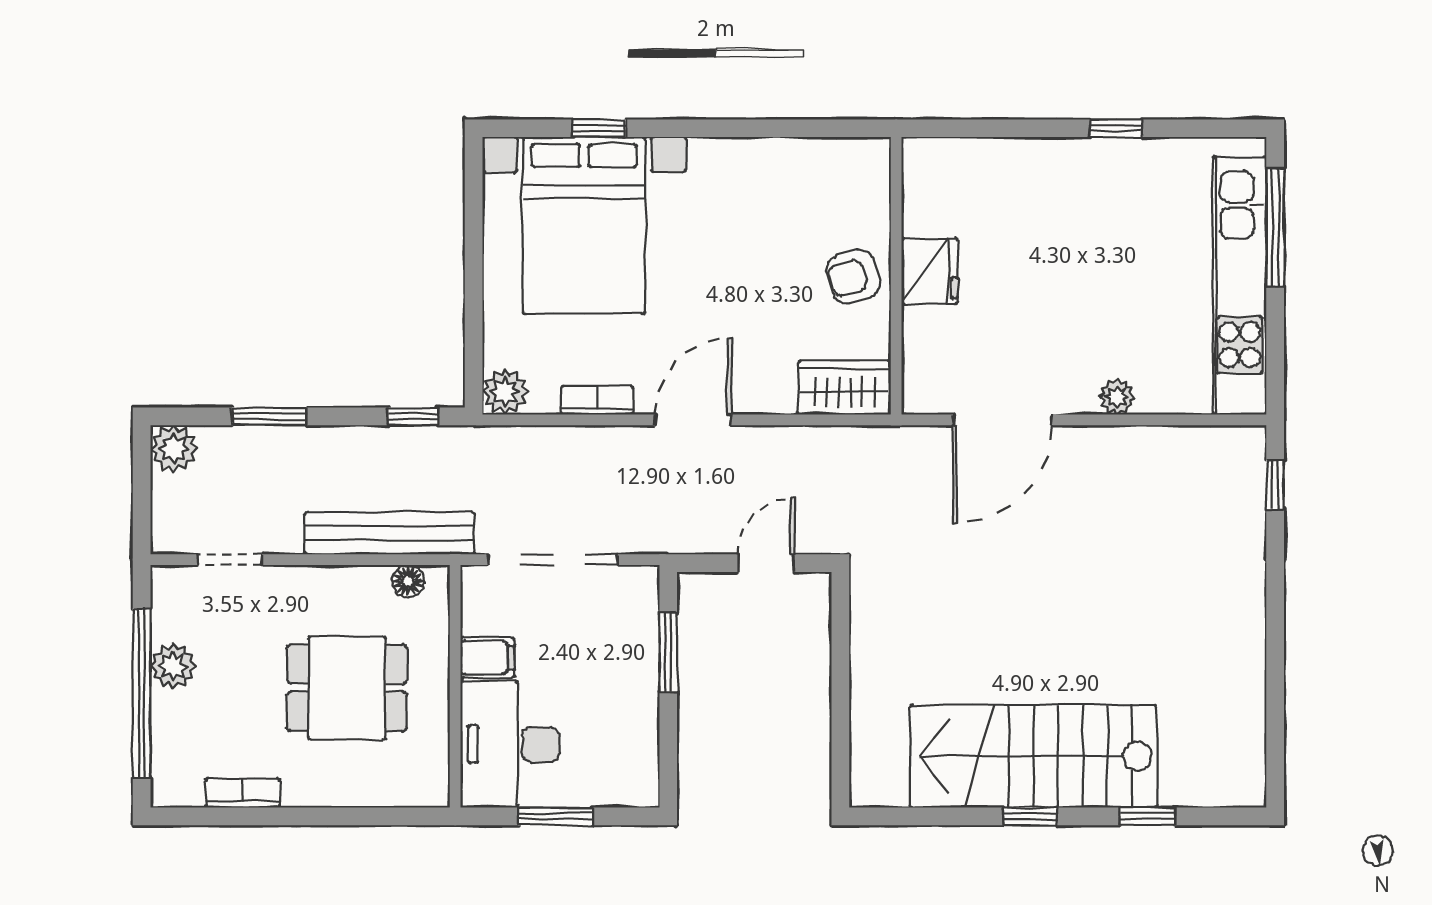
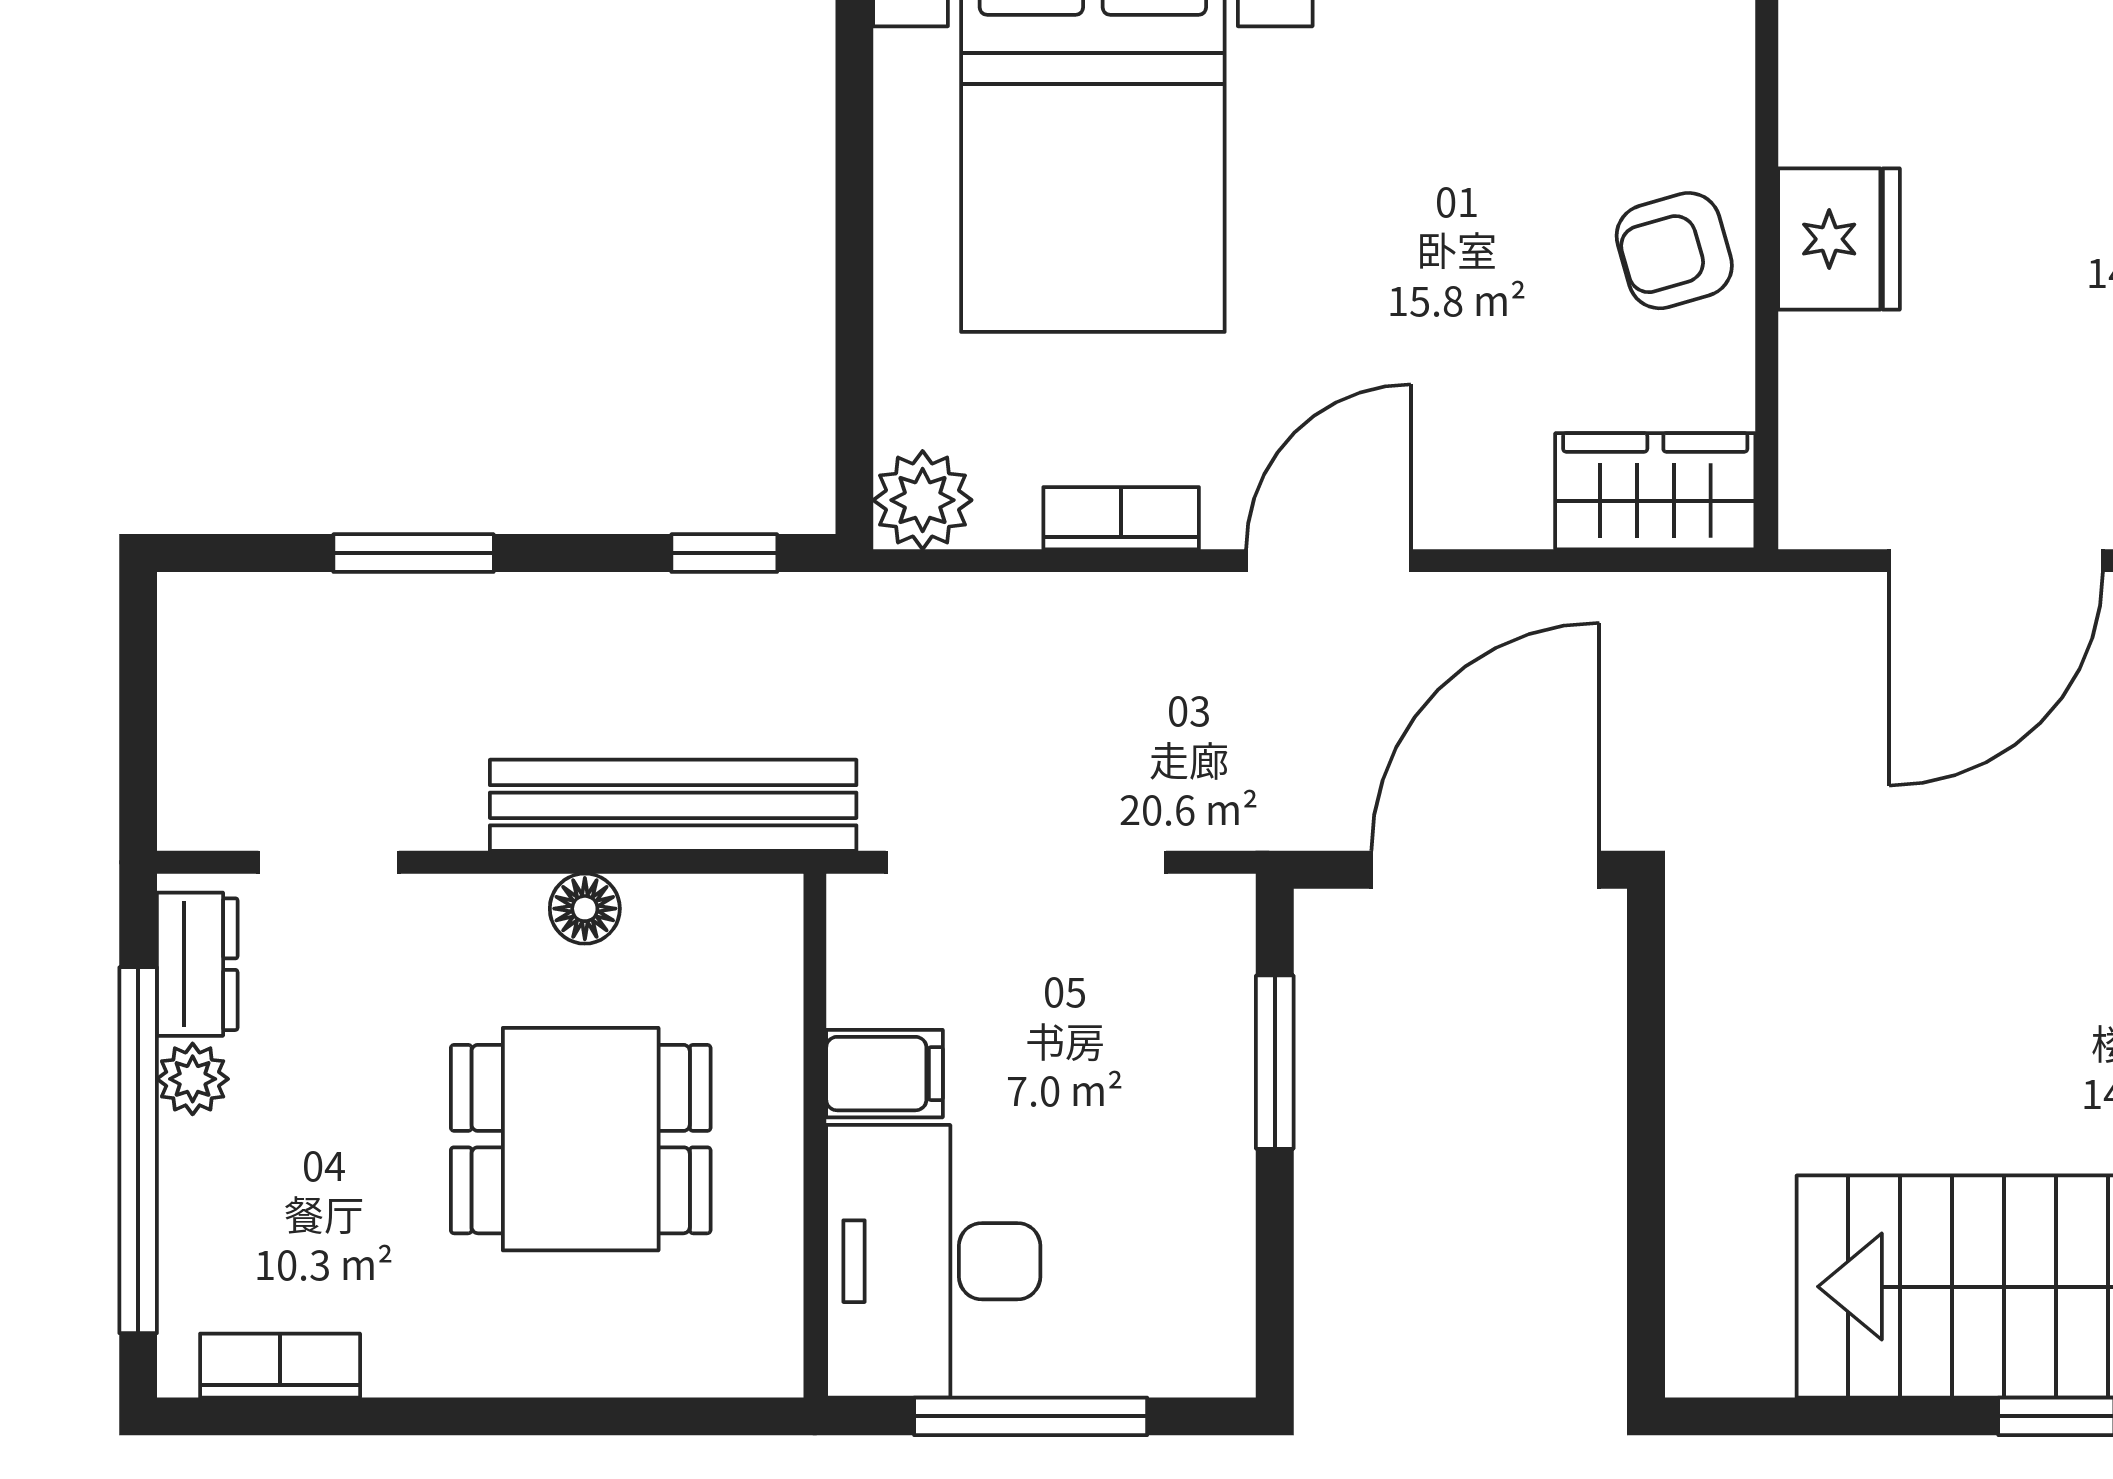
plant: (174, 449) -> (208, 623), removed
door: (766, 563) -> (1485, 870), width x1.87
floor lamp: (408, 581) -> (585, 909), moved
dresser: (169, 607) -> (197, 964), added
plant: (173, 666) -> (193, 1079), width x0.73, depth x0.73
bookcase: (243, 793) -> (280, 1366), moved
window: (555, 816) -> (1031, 1416), width x1.44

